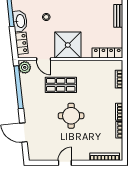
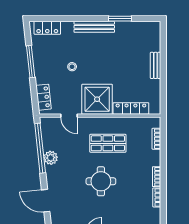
washbasin: (20, 21) -> (42, 71), removed
locker: (107, 53) -> (131, 108), moved
plant: (25, 67) -> (51, 158), moved
shop shelf: (61, 85) -> (108, 143), moved

